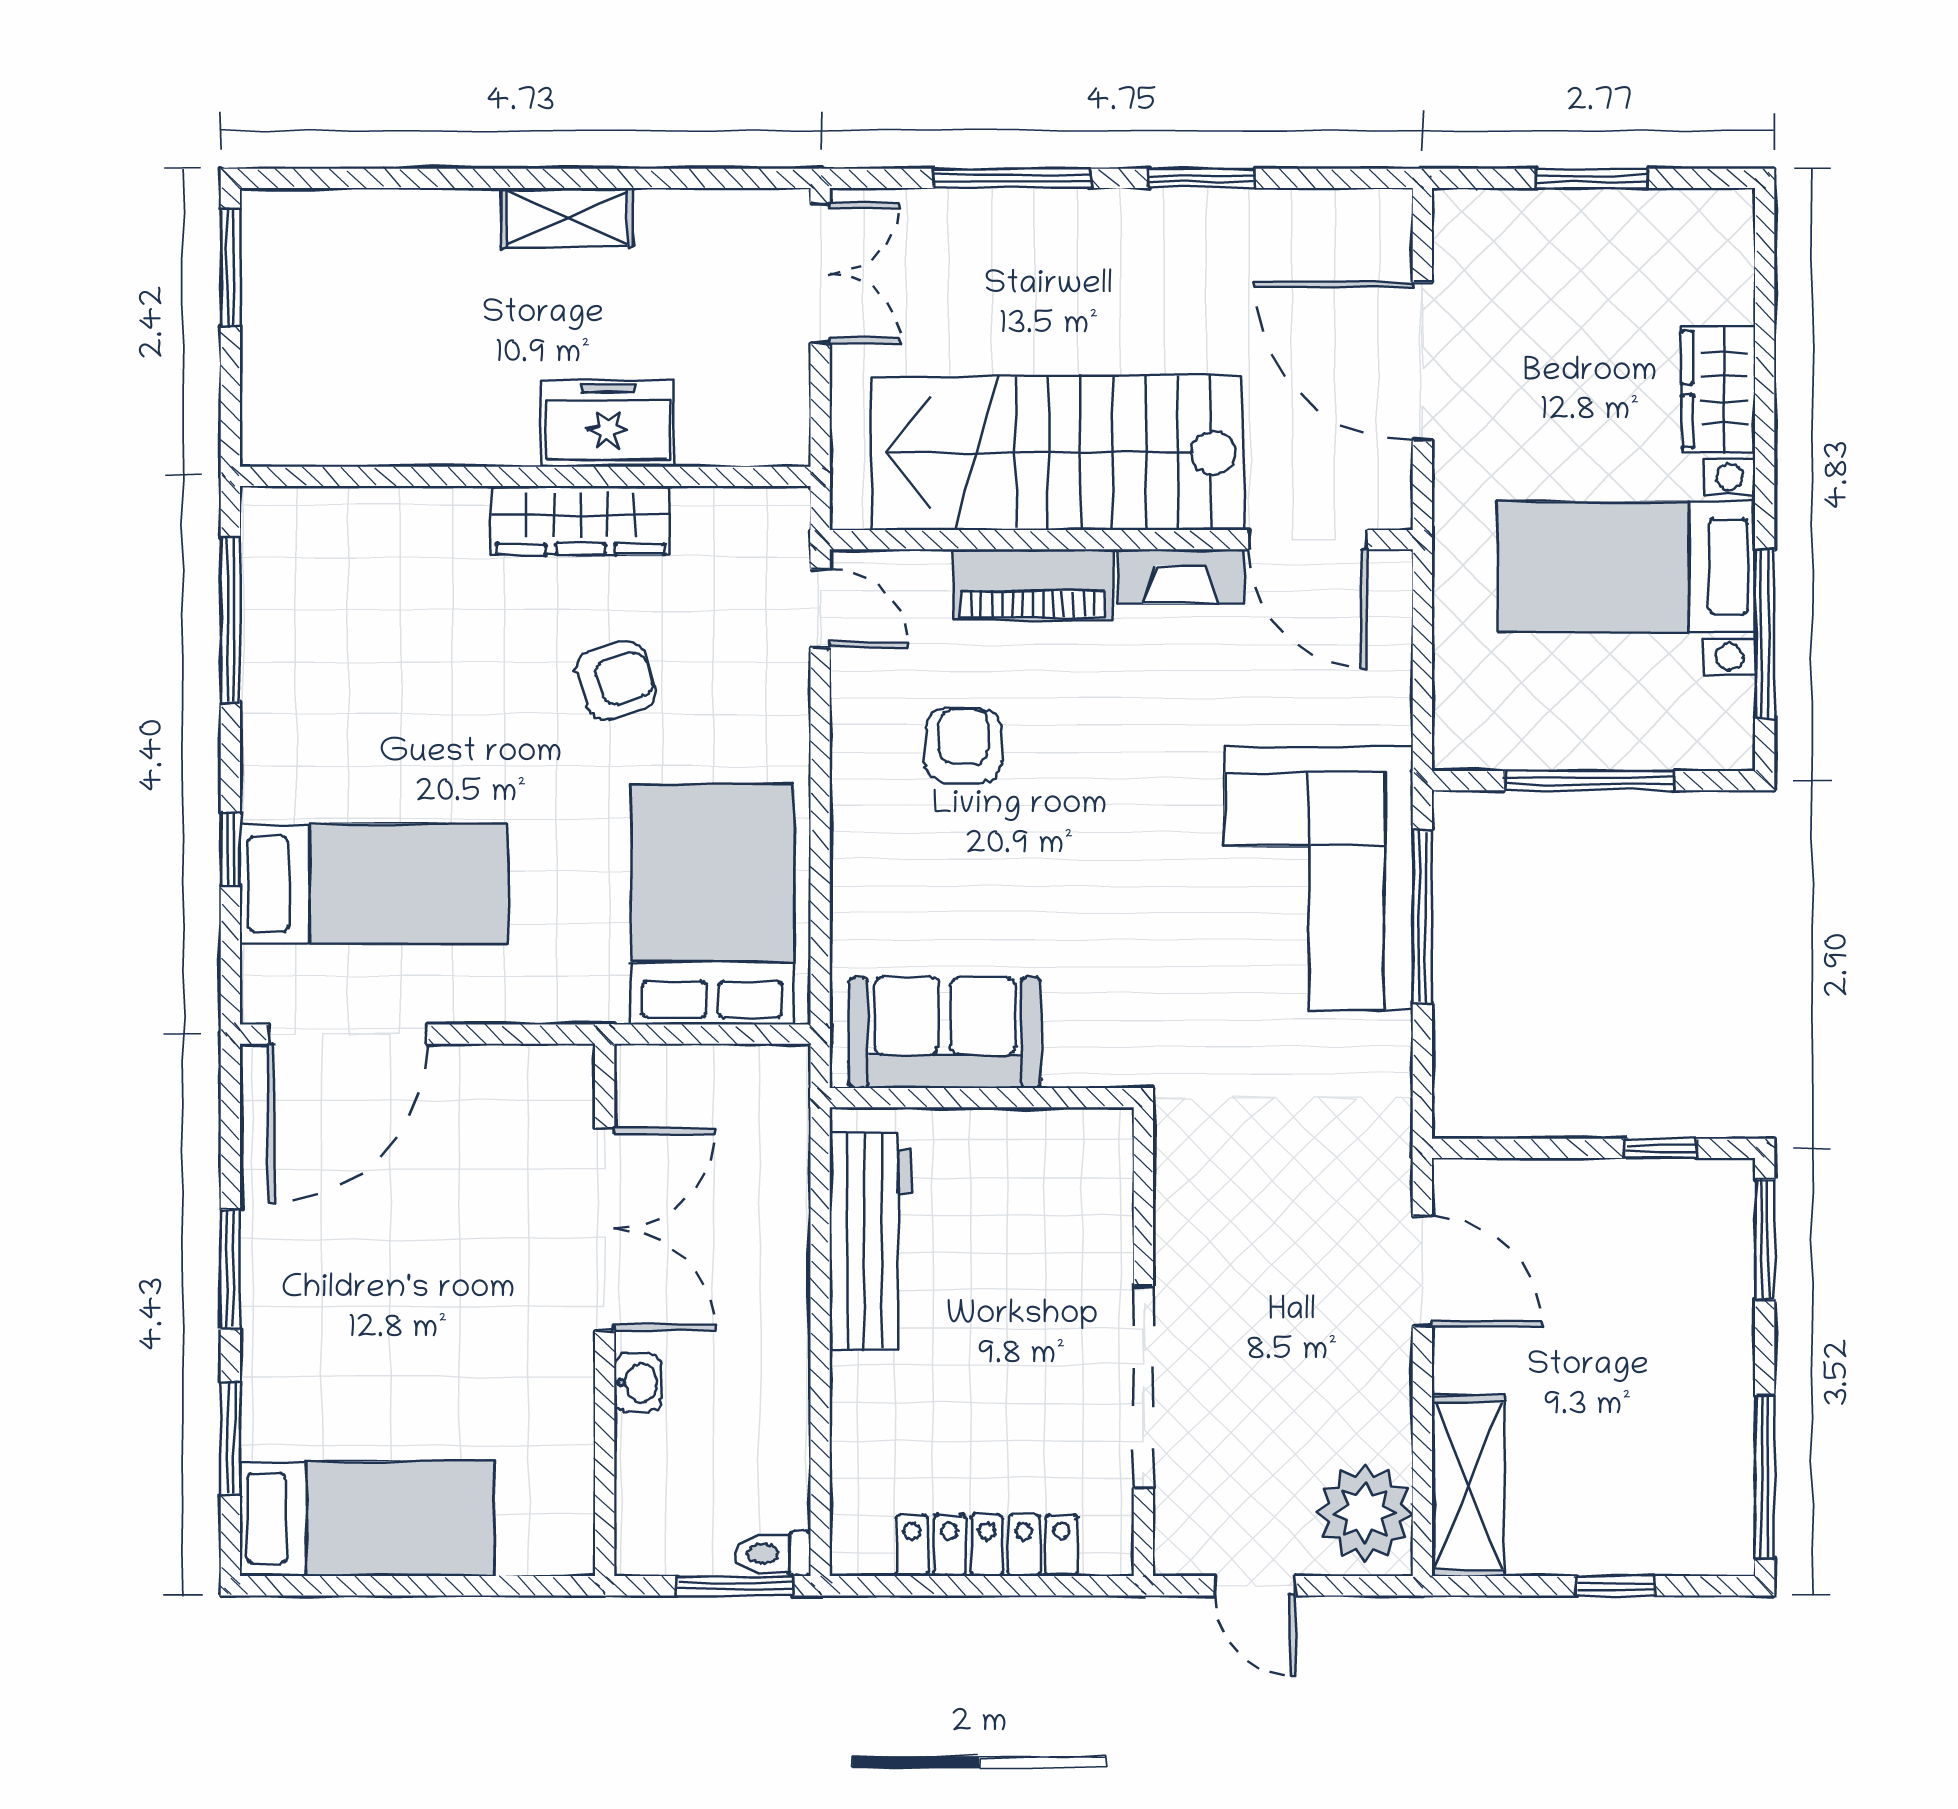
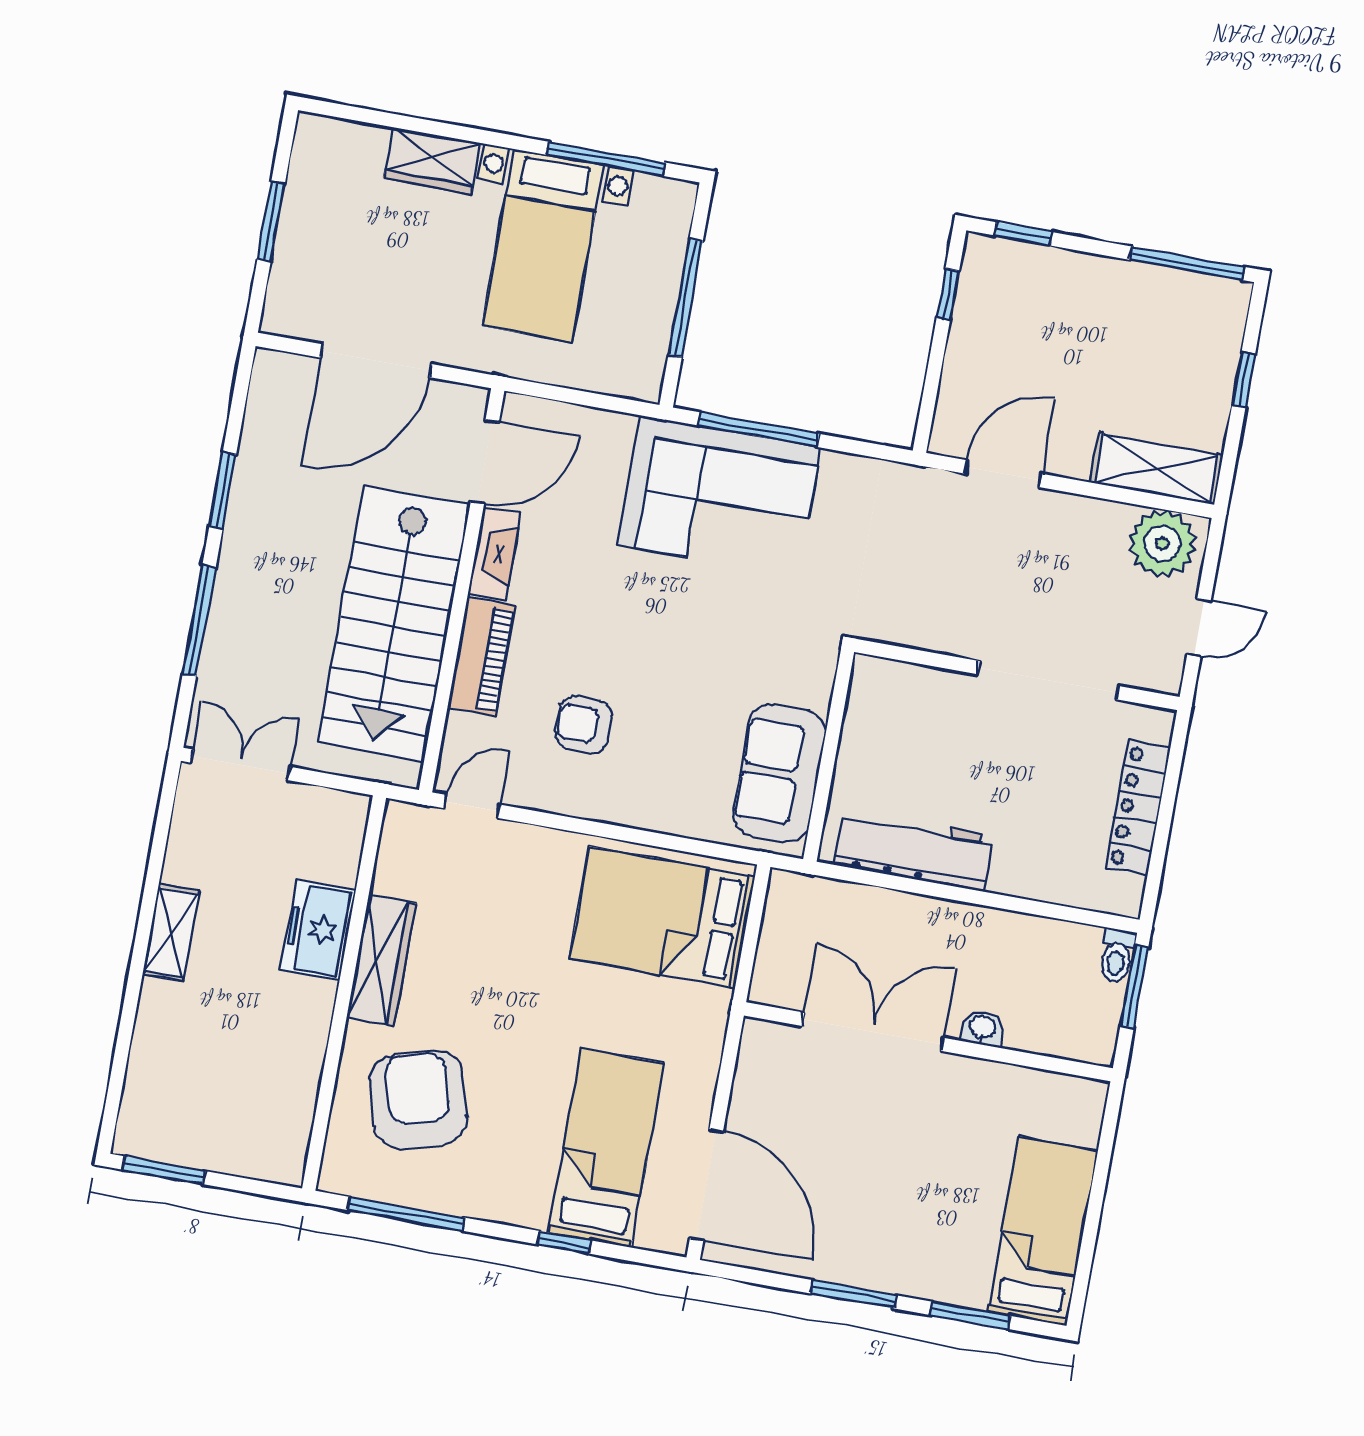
armchair: (616, 681) -> (418, 1100), moved, width x1.88, depth x1.88
window: (1765, 1239) -> (1023, 234), width x0.67

